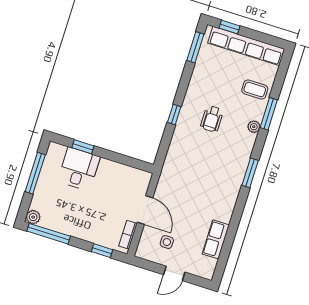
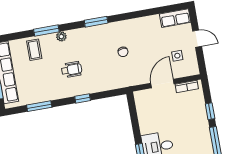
window: (195, 47) -> (39, 106), moved
chair: (202, 185) -> (123, 52), added
row of seats: (216, 239) -> (175, 18), moved
window: (102, 251) -> (210, 111), moved

